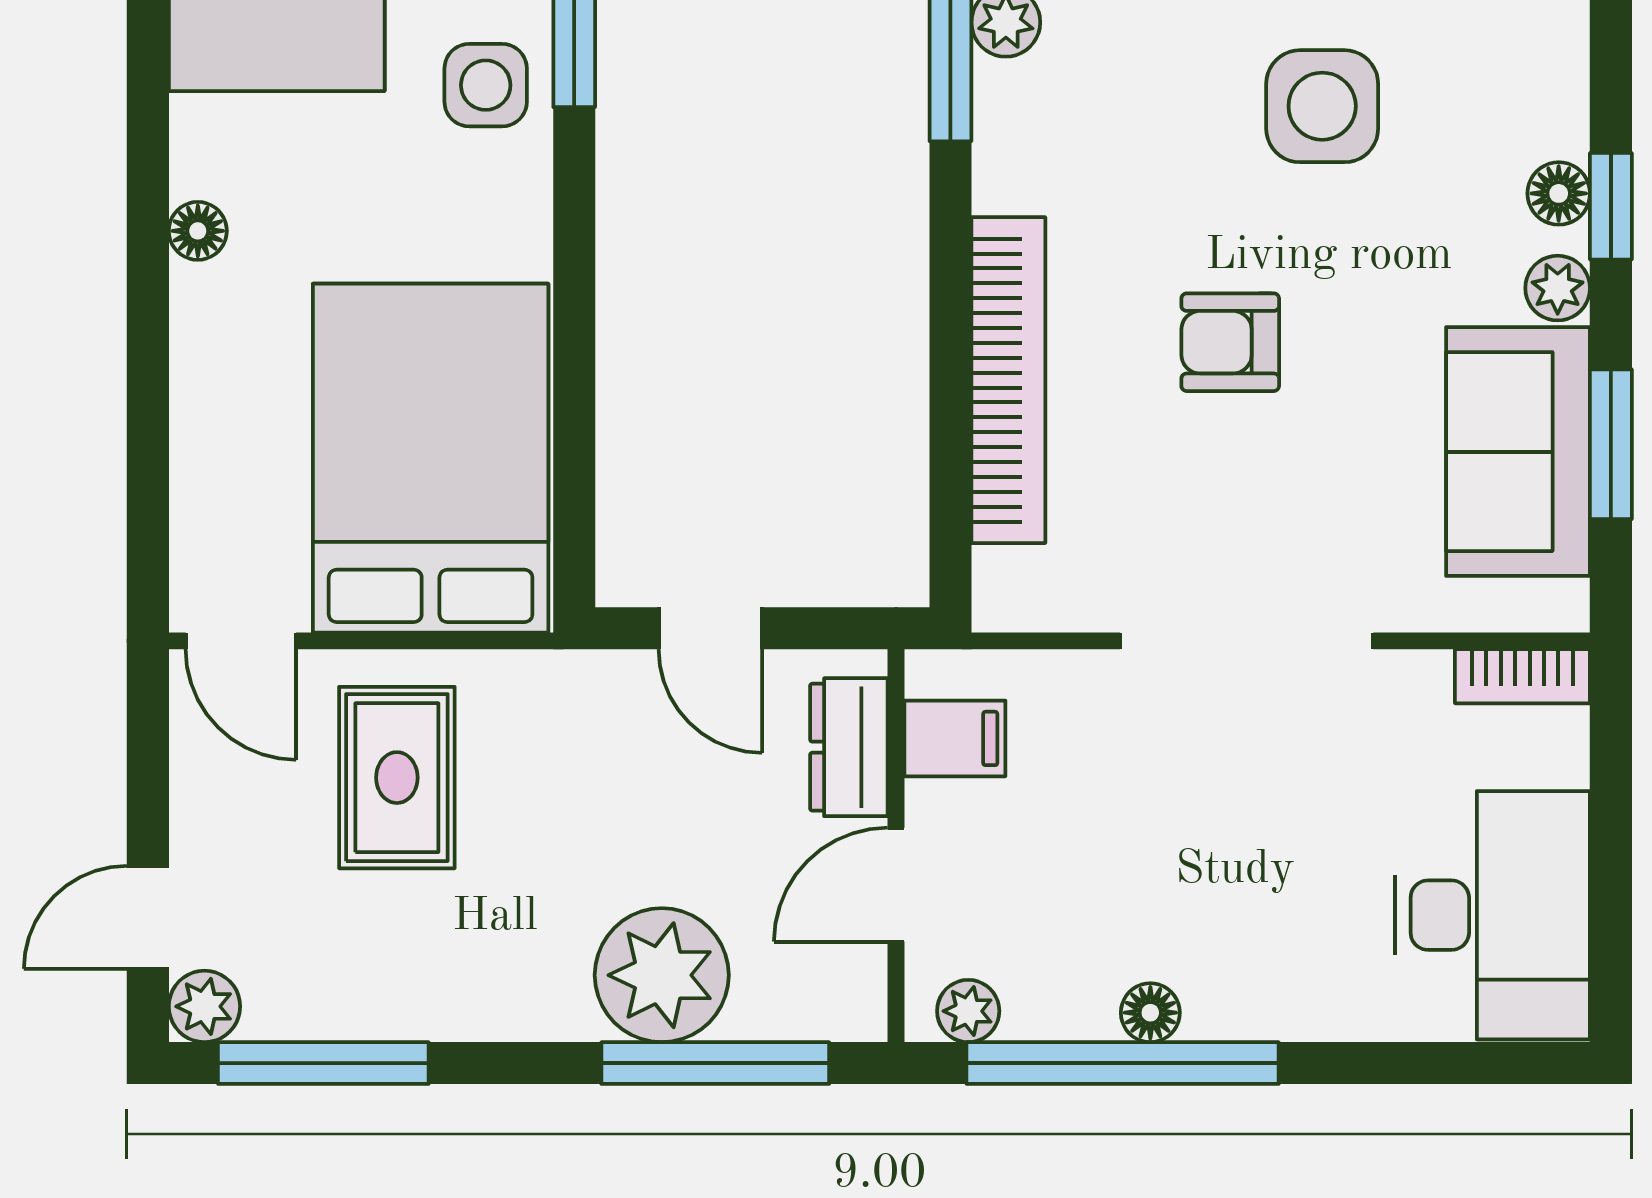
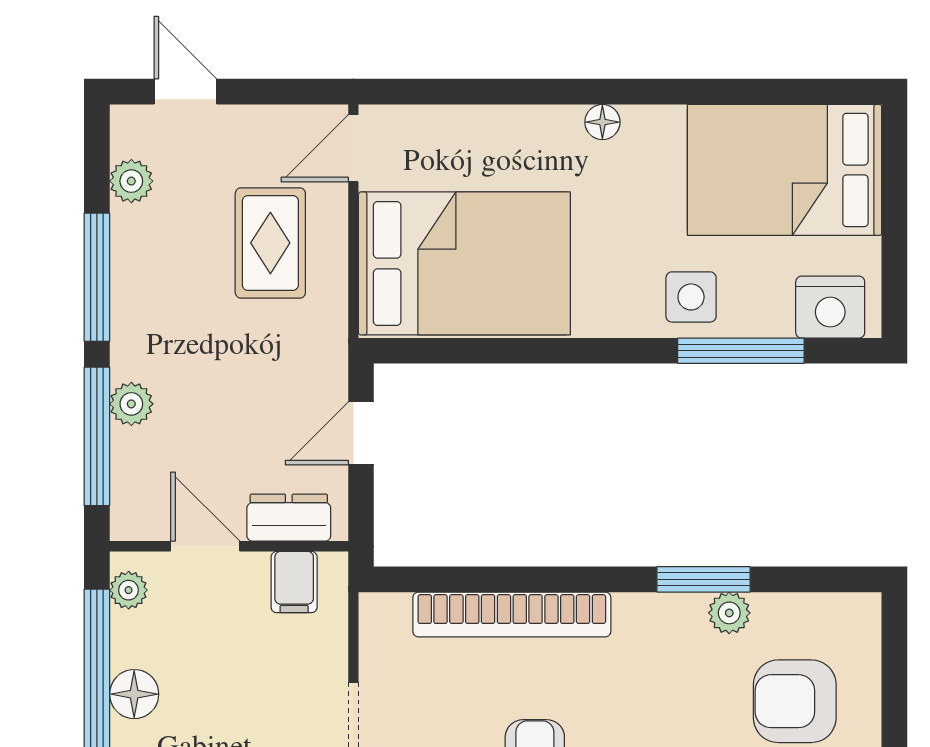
rug: (397, 778) -> (270, 243), turned 90
plant: (662, 975) -> (131, 404), width x0.53, depth x0.53
plant: (204, 1006) -> (131, 181), moved
floor lamp: (1150, 1013) -> (134, 694), width x1.37, depth x1.37
window: (323, 1063) -> (97, 277), moved

